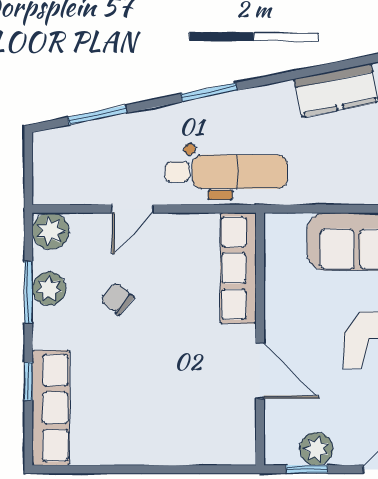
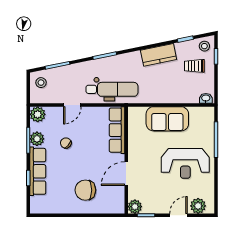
stool: (58, 156) -> (41, 83), added
door: (260, 371) -> (126, 174), swing flipped
row of seats: (51, 408) -> (38, 171), moved
chair: (163, 410) -> (85, 190), added
plant: (316, 449) -> (135, 207), moved

